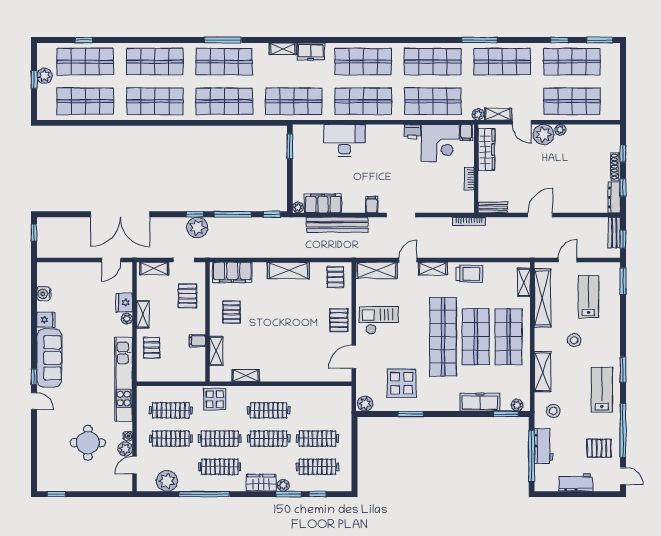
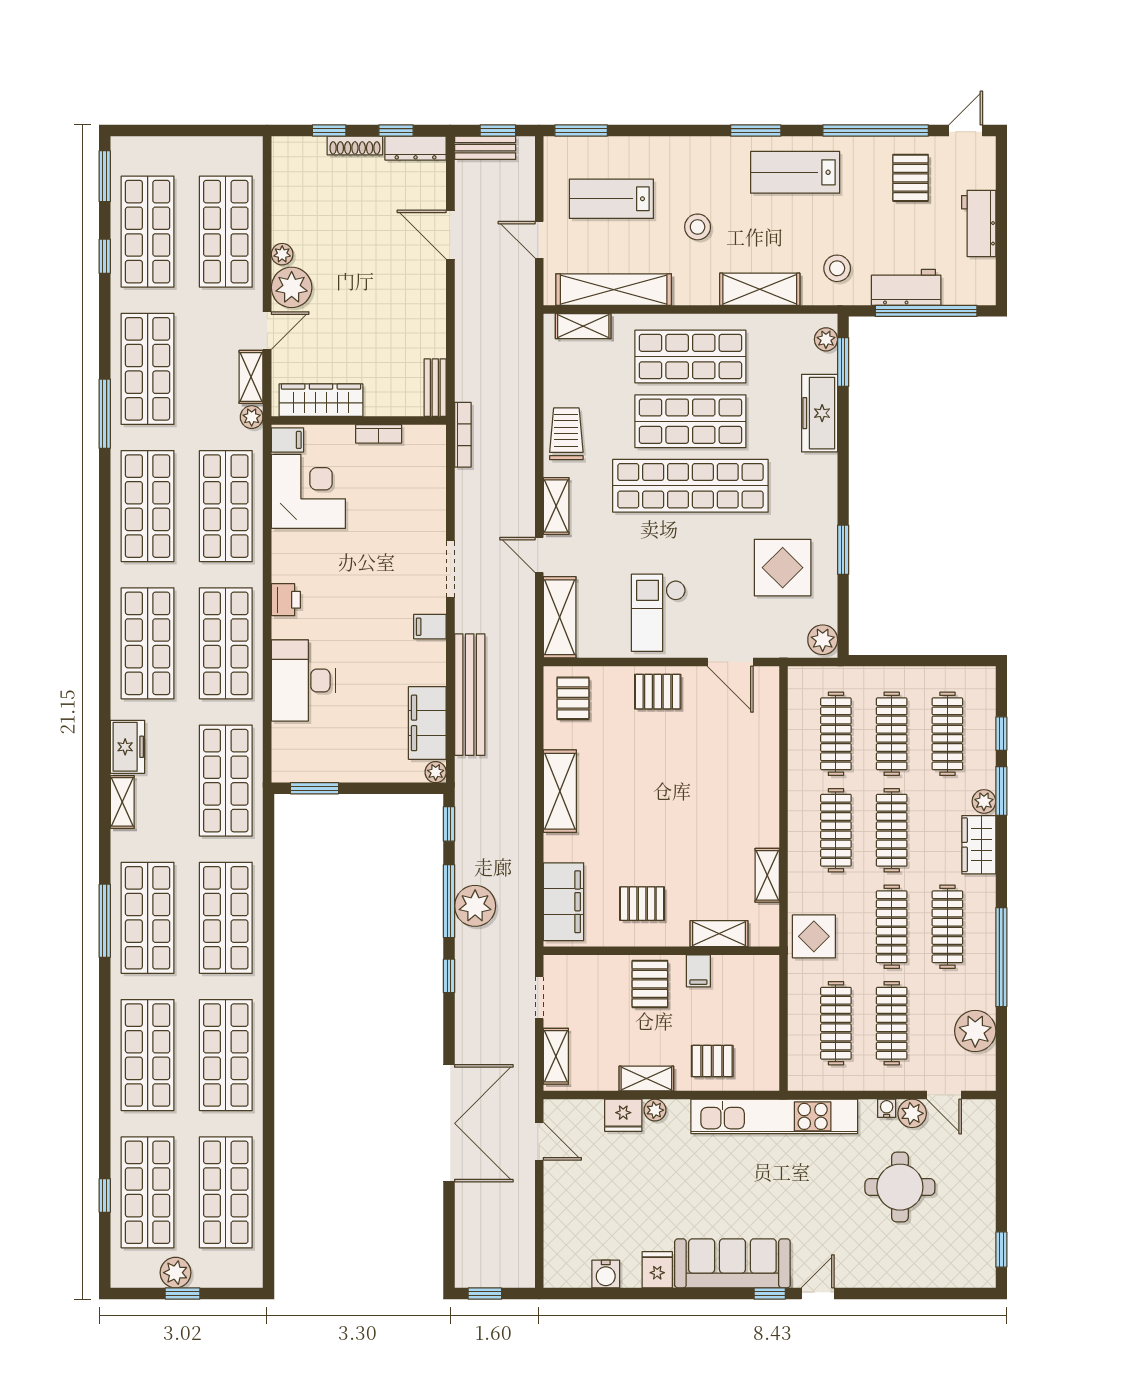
printer: (412, 132) -> (286, 600), moved
door: (540, 215) -> (450, 235), moved
plant: (197, 228) -> (475, 906), moved
pallet: (335, 277) -> (573, 698), turned 90
pallet: (187, 296) -> (650, 984), moved, turned 90
clothes rail: (317, 410) -> (836, 734), added

